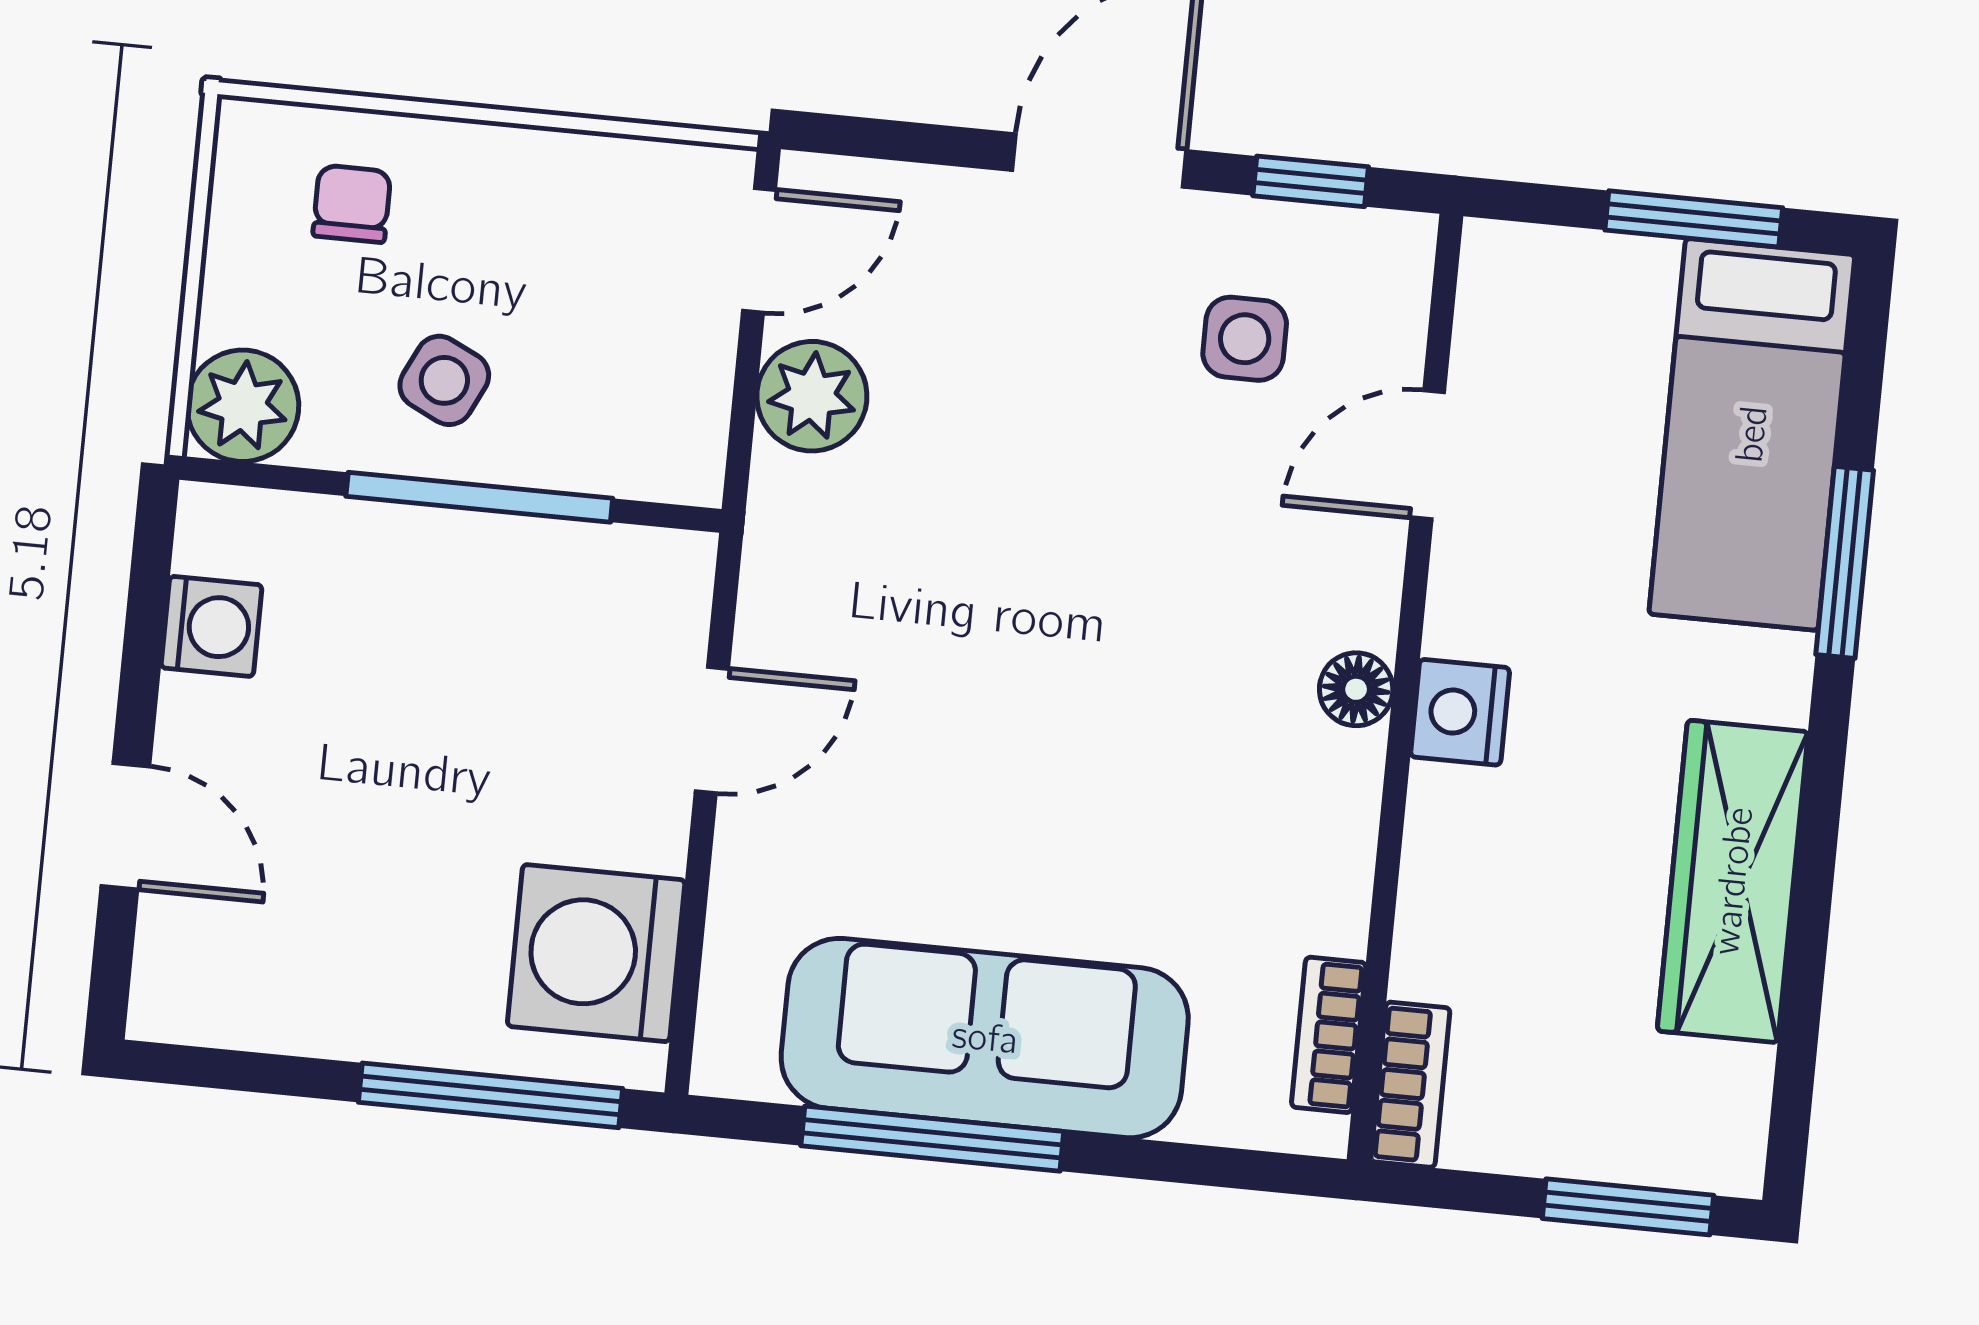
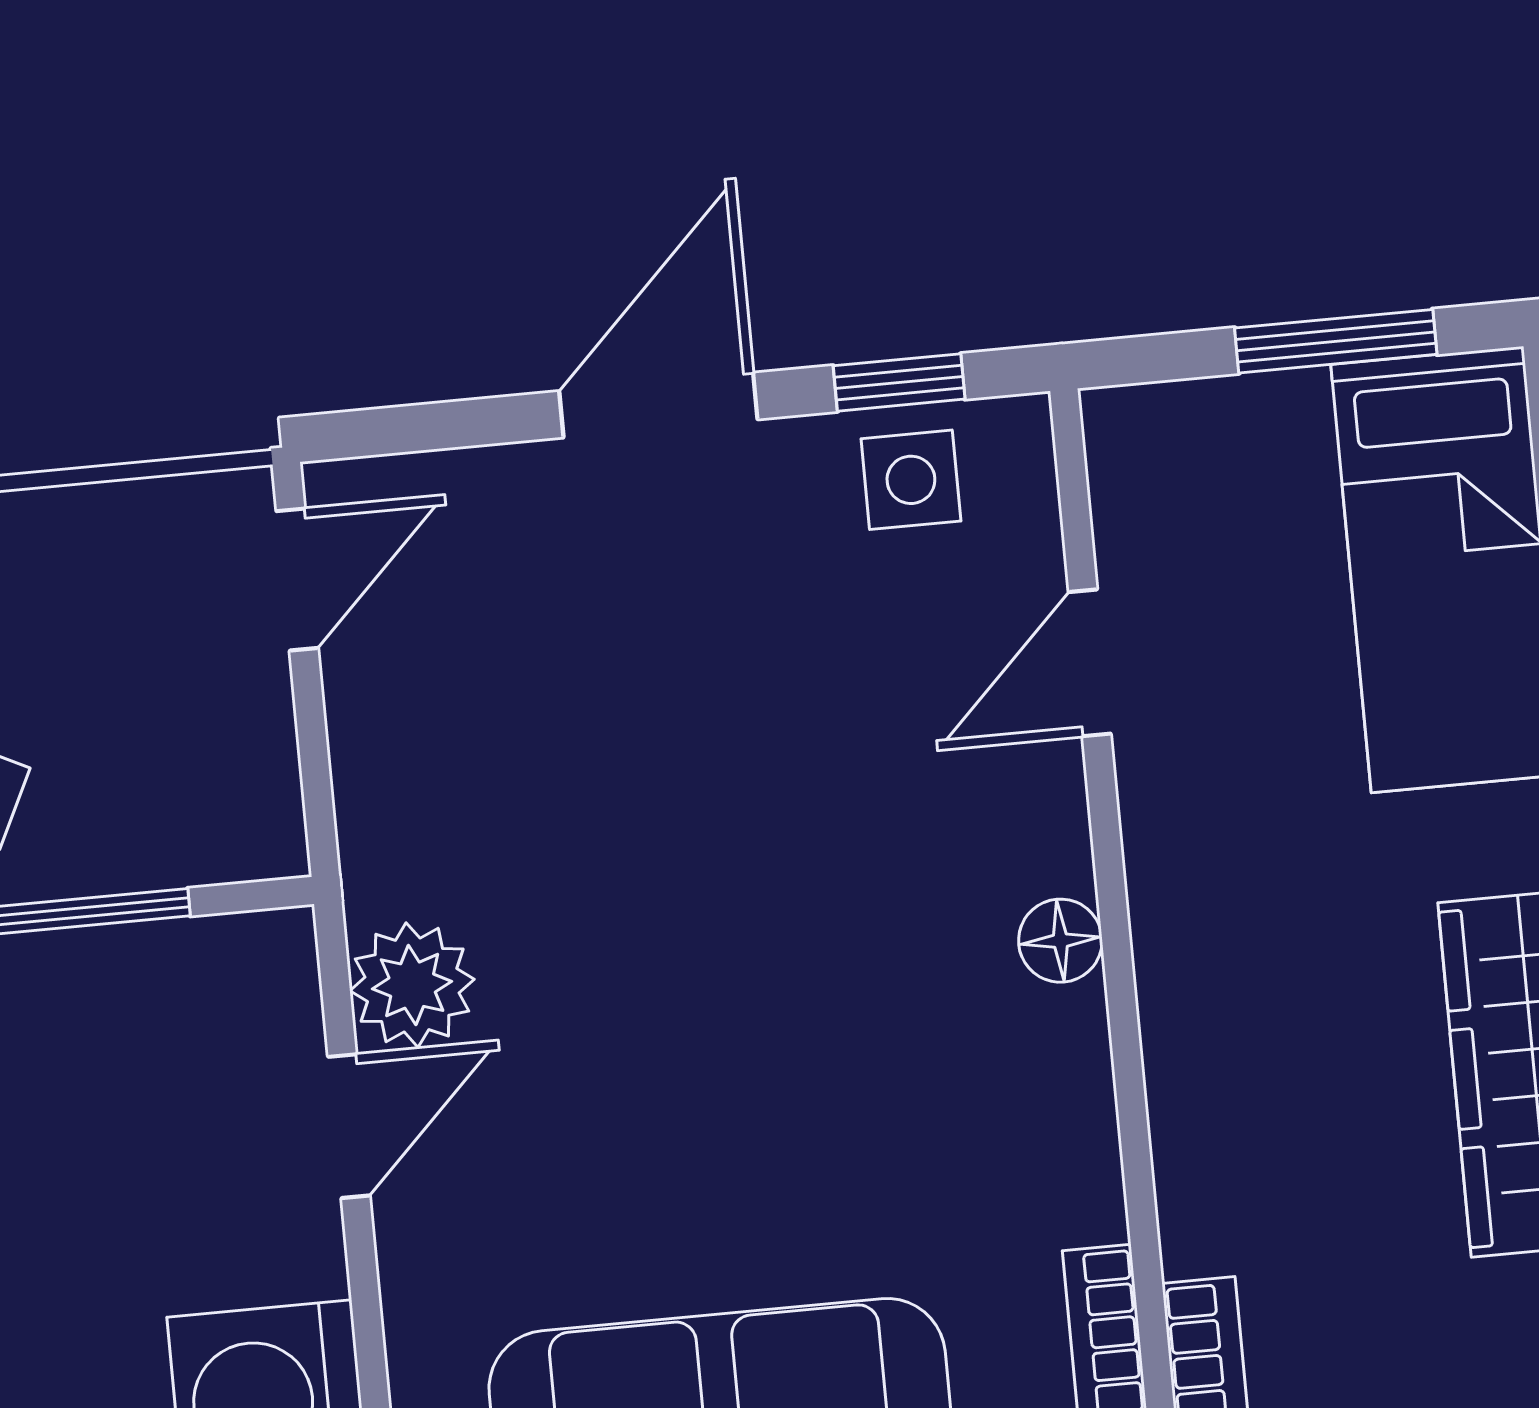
side table: (1245, 339) -> (911, 480), moved
plant: (812, 396) -> (412, 985), moved
nightstand: (1460, 712) -> (1182, 944), removed

